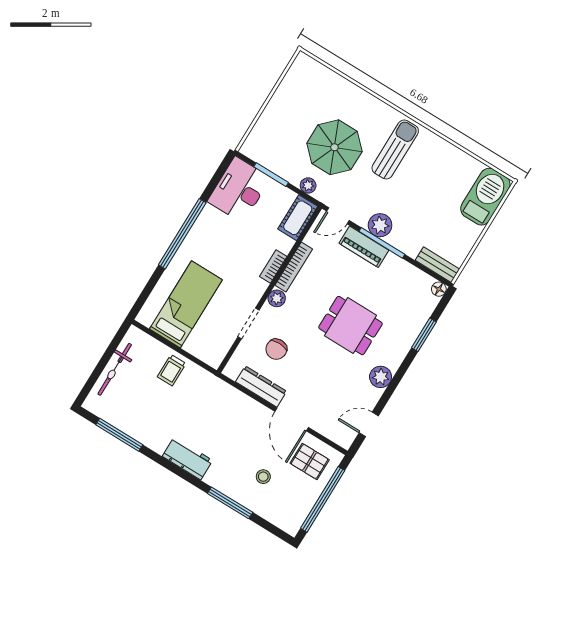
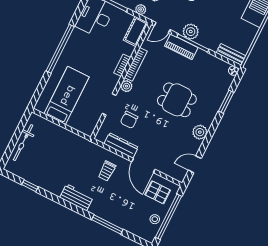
trolley: (172, 370) -> (107, 171), moved
window: (119, 435) -> (30, 186), width x0.46
stool: (263, 477) -> (155, 219), moved

